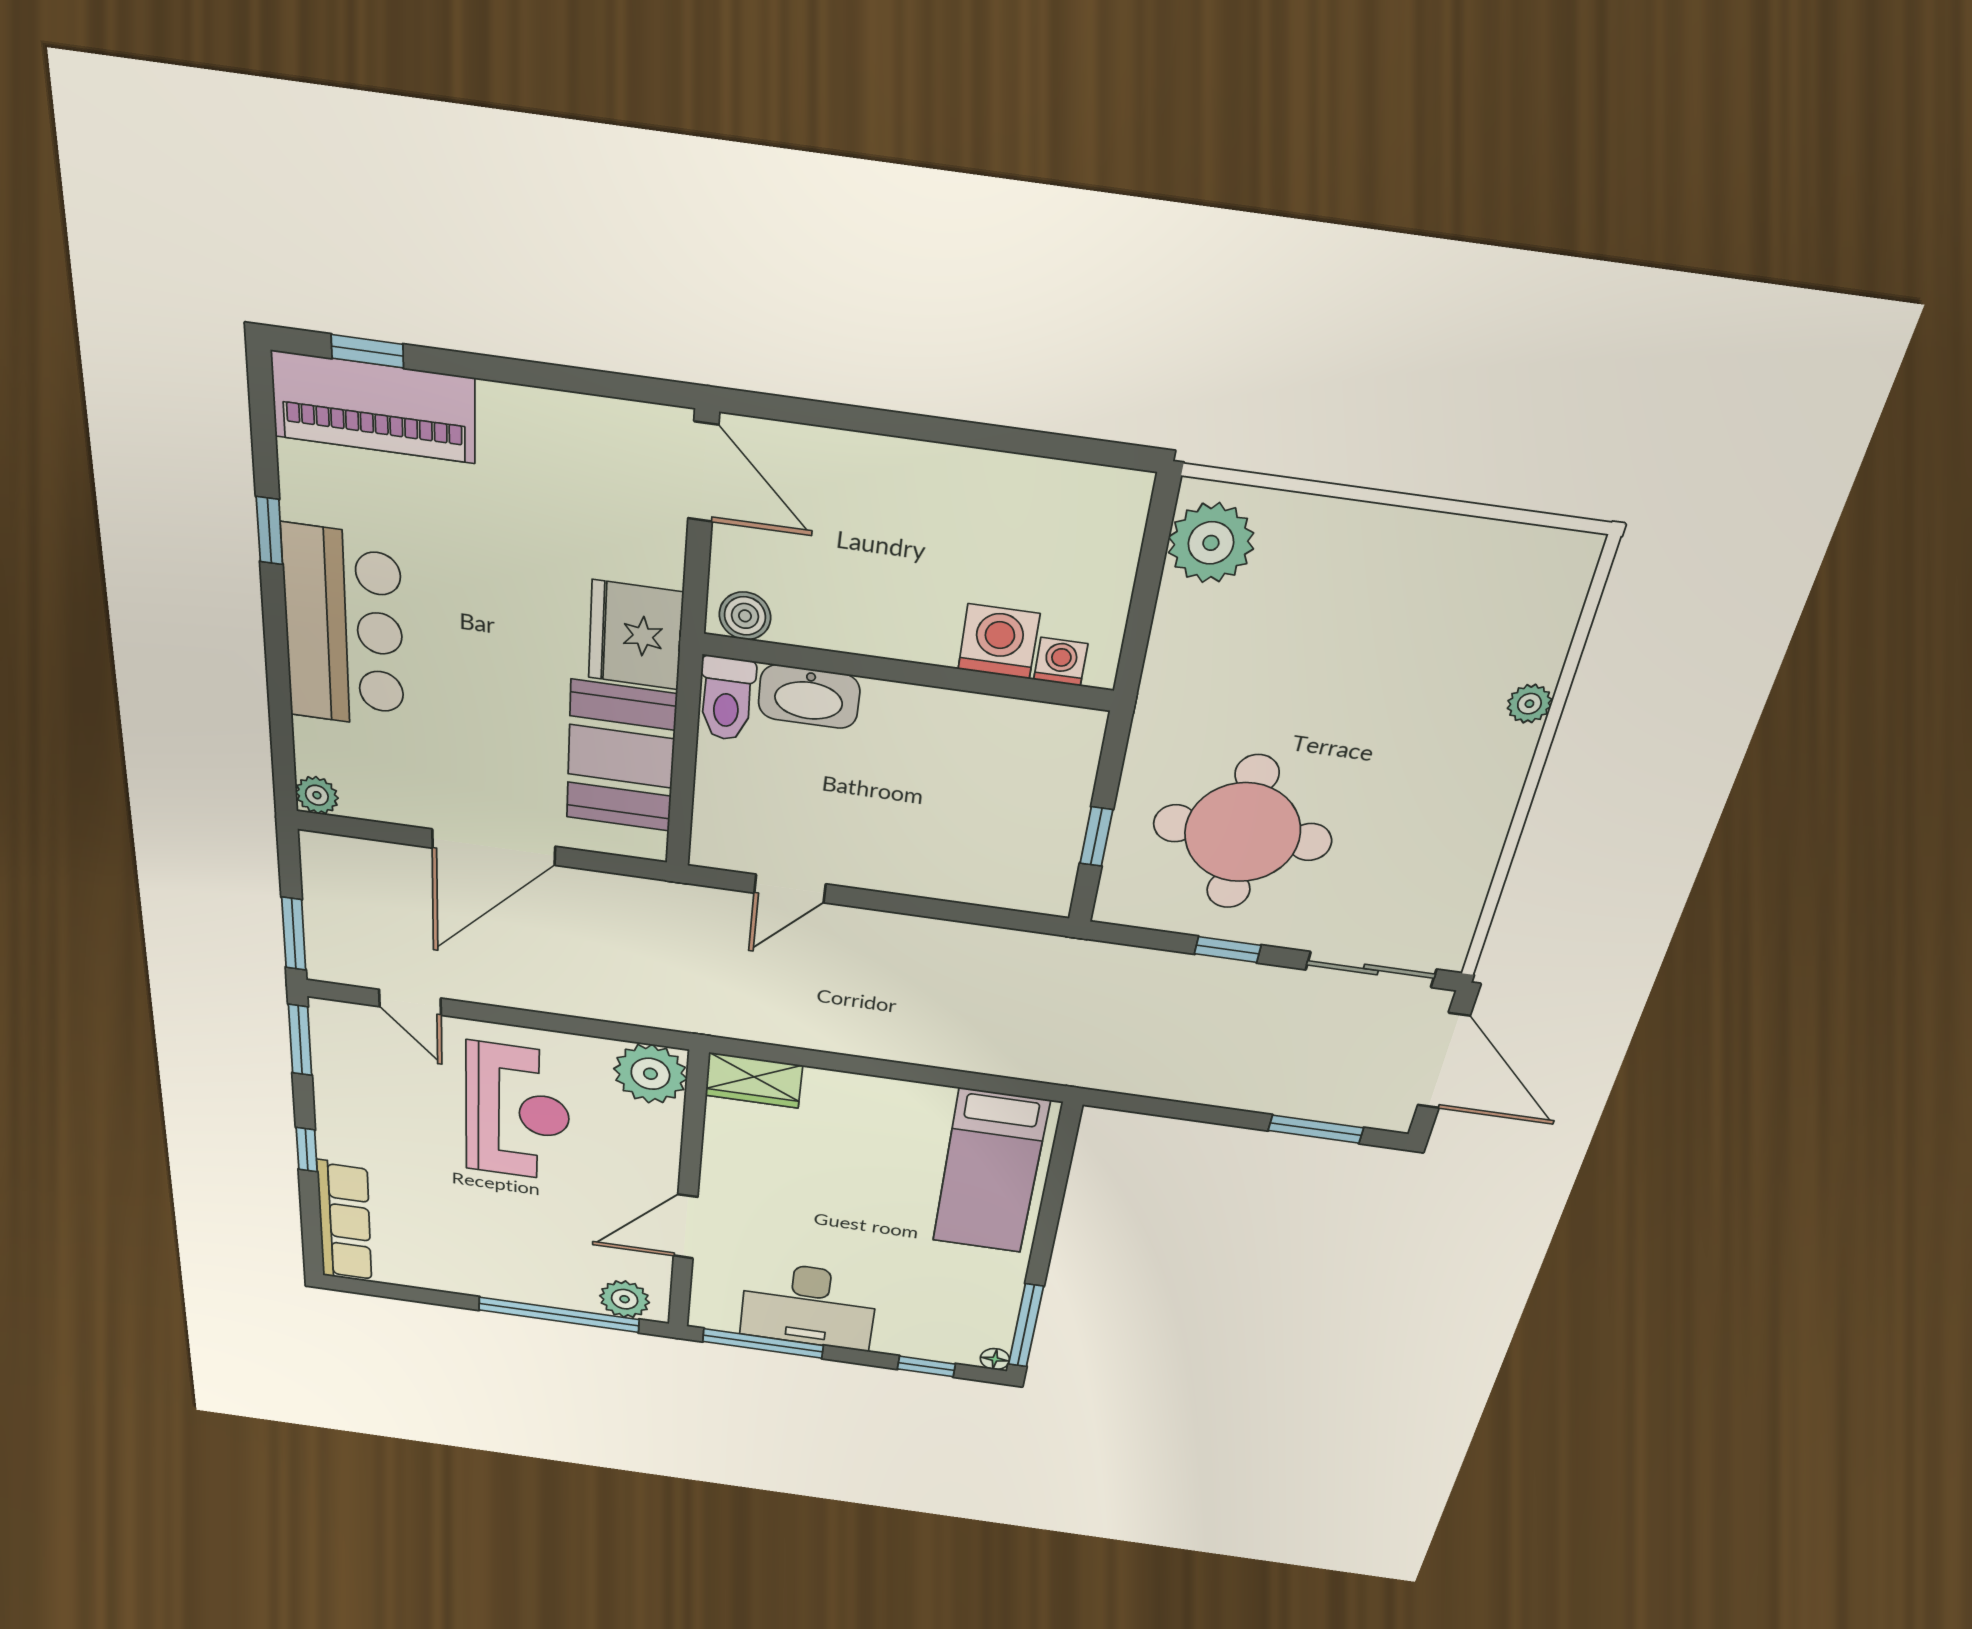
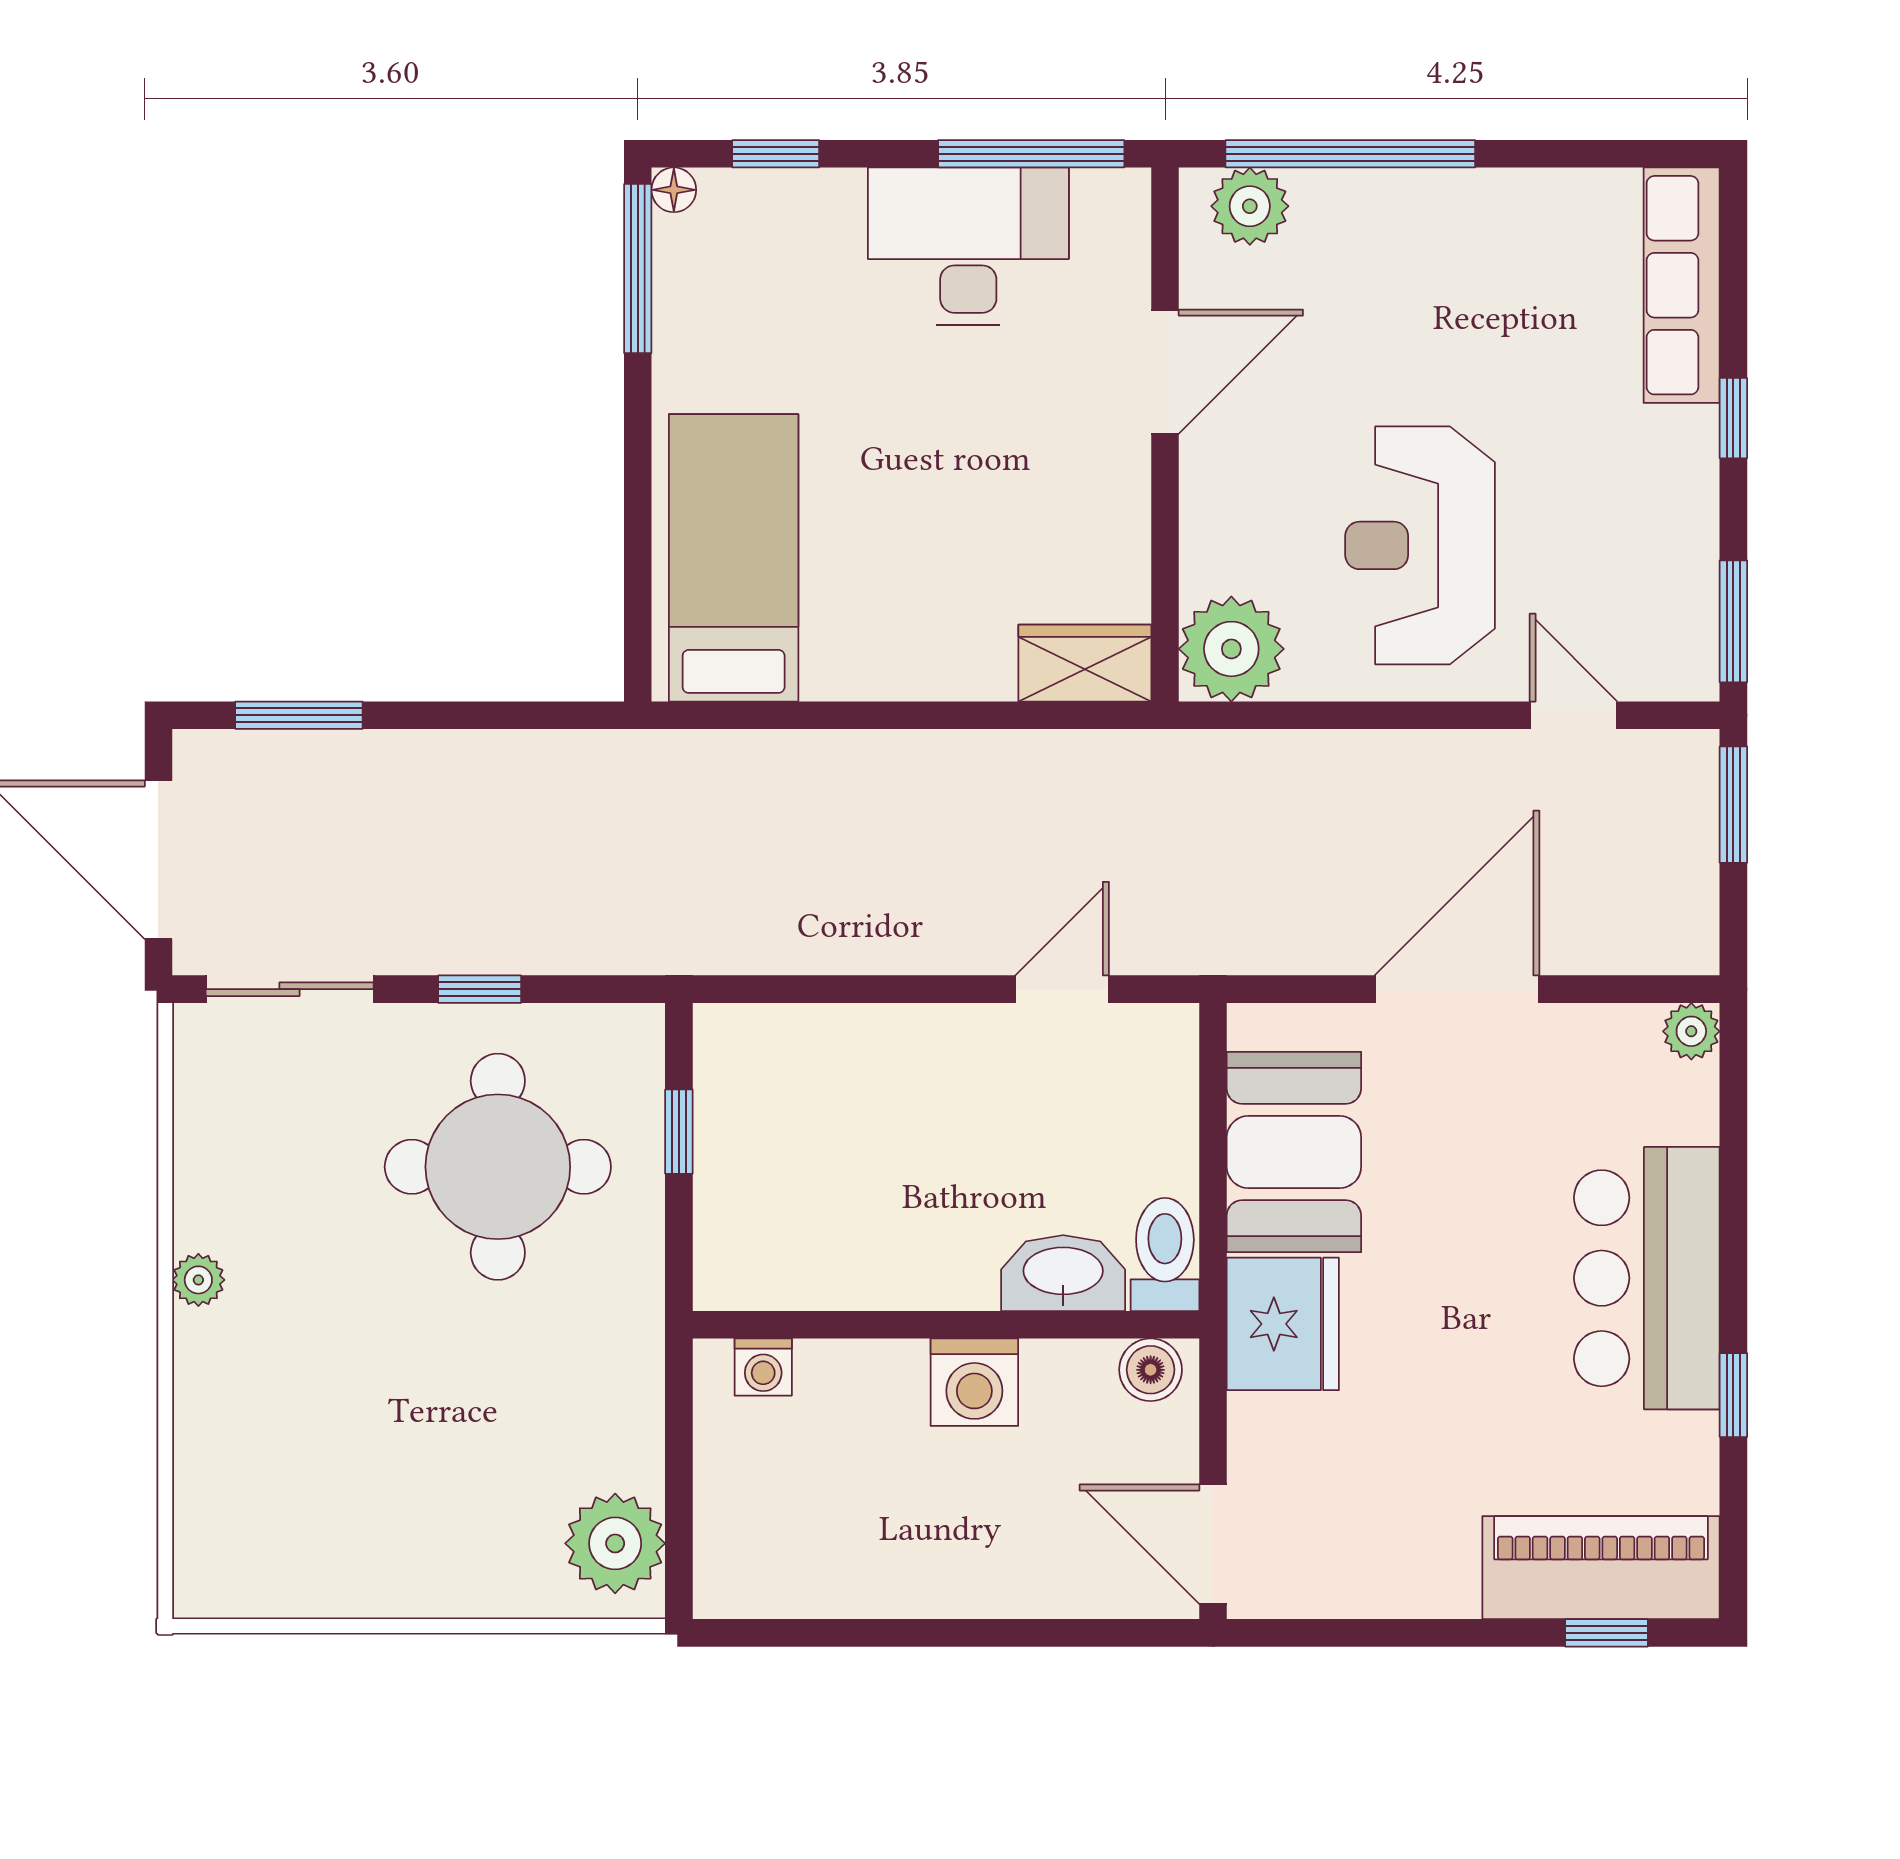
washing machine: (999, 642) -> (974, 1382), moved
plant: (1529, 704) -> (198, 1280), moved

